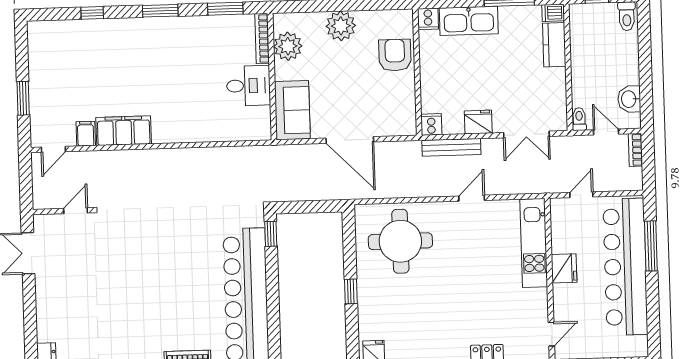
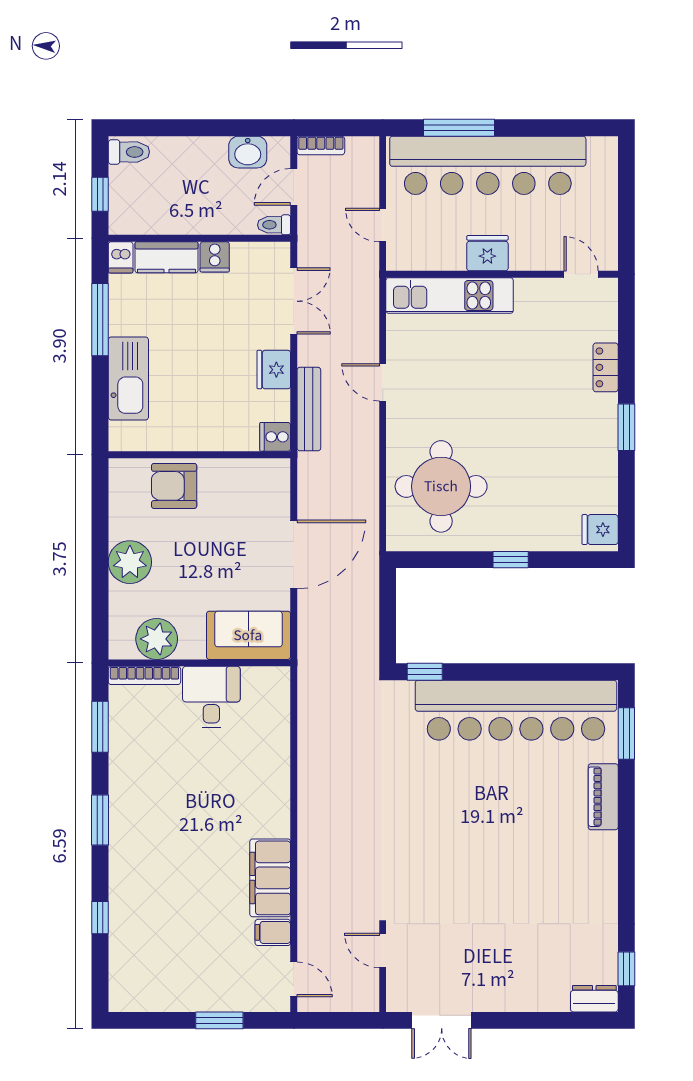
cooker: (428, 19) -> (215, 257), moved, turned 90

